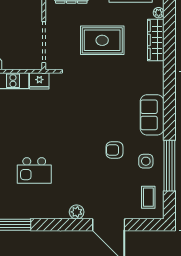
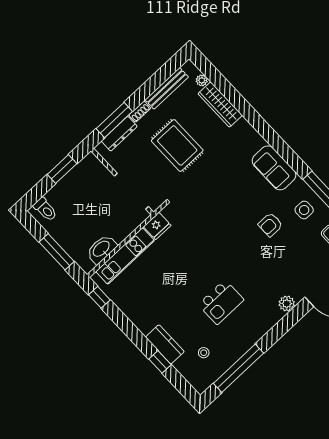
rug: (102, 40) -> (177, 145), turned 90

